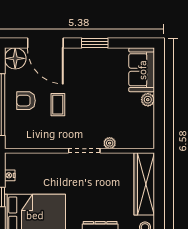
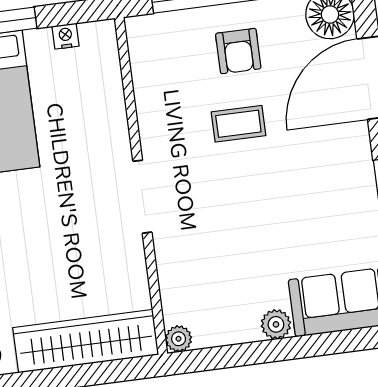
armchair: (26, 101) -> (238, 51), turned 180
plant: (110, 143) -> (179, 339), moved

